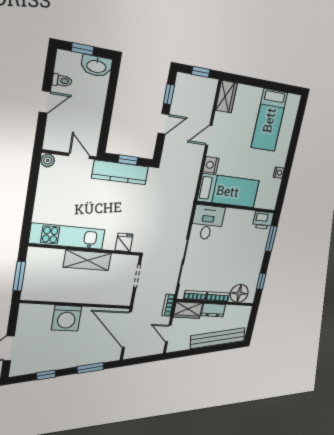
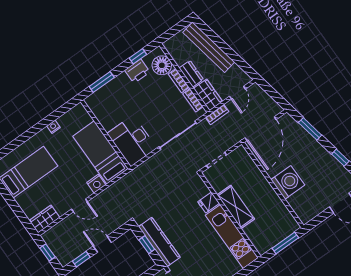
printer: (263, 220) -> (137, 71), moved, turned 90
desk: (207, 222) -> (132, 141), width x1.37
fridge: (124, 242) -> (209, 203), moved

